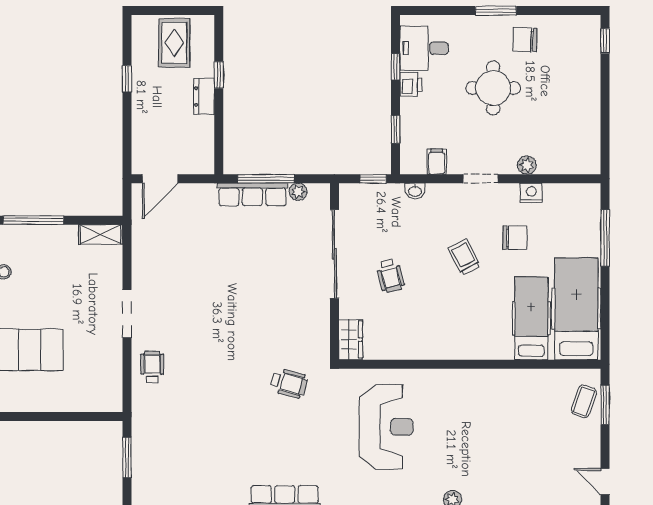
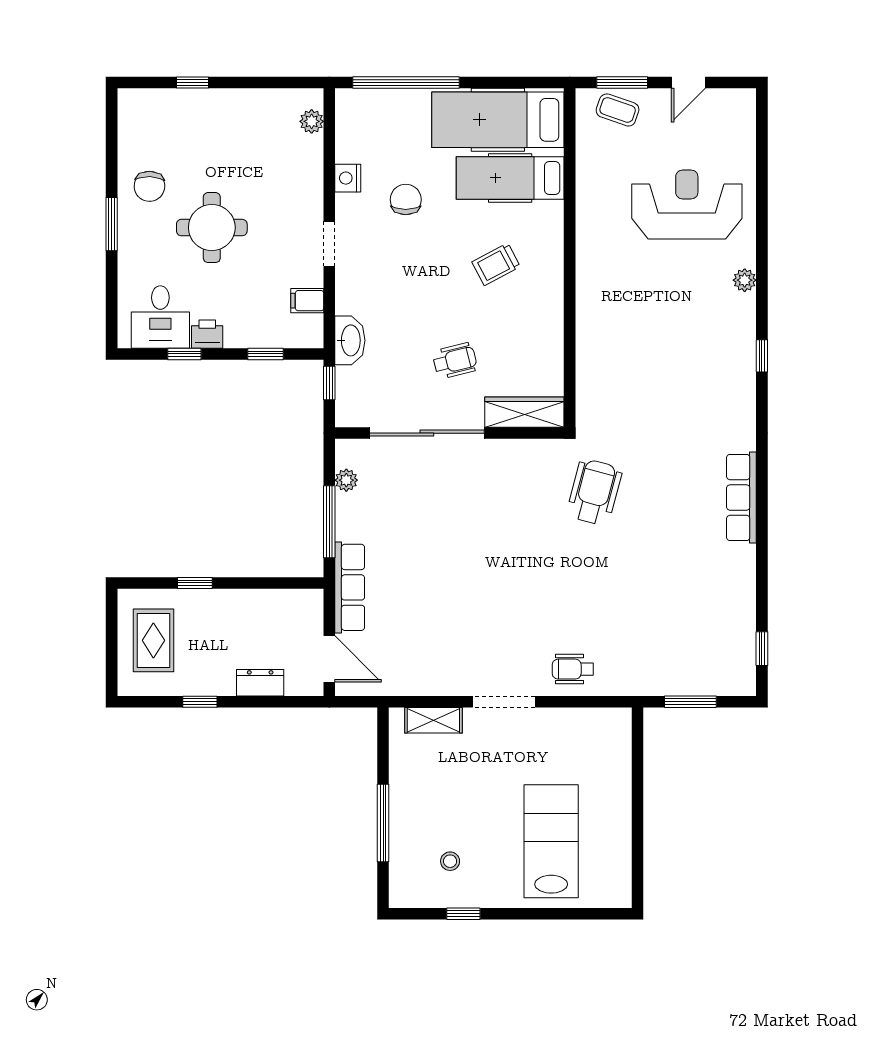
window: (605, 41) -> (193, 83), moved
rug: (174, 43) -> (153, 640), turned 90
dresser: (204, 96) -> (260, 683), moved, turned 180
plant: (527, 165) -> (312, 121), moved
washbasin: (415, 191) -> (350, 340), width x1.91, depth x1.45
row of seats: (252, 194) -> (350, 587), moved
shelving: (101, 234) -> (433, 720), moved, turned 90
window: (605, 238) -> (406, 83), width x1.46
trolley: (464, 257) -> (496, 264), moved
wardrobe: (351, 339) -> (524, 412), width x1.50
wheelchair: (289, 383) -> (594, 492), width x1.36, depth x1.37
reception desk: (386, 427) -> (687, 205), moved
door: (605, 482) -> (688, 83), moved

